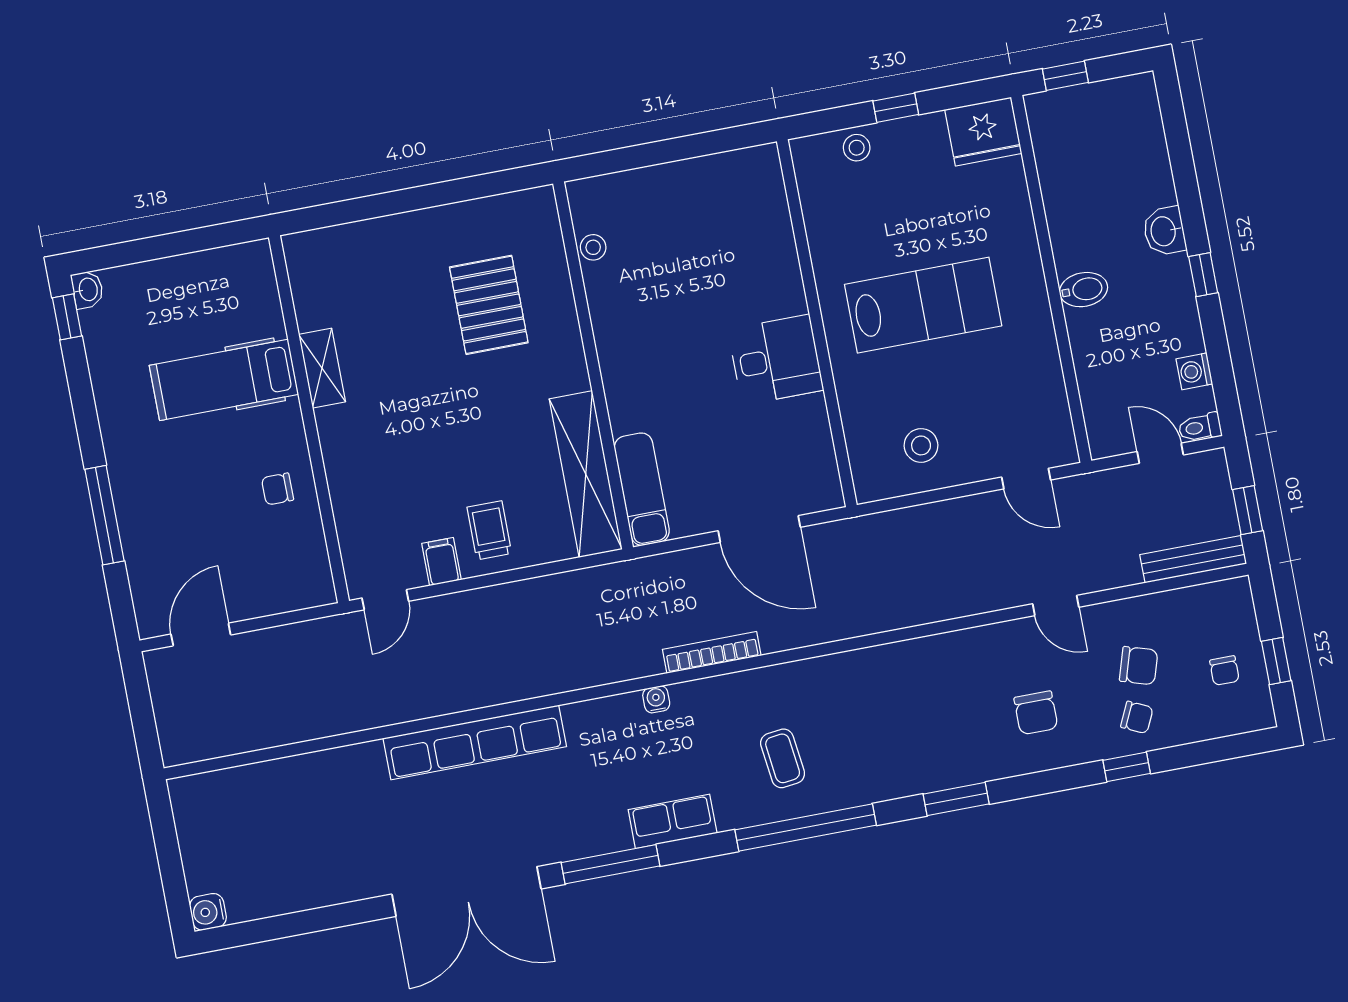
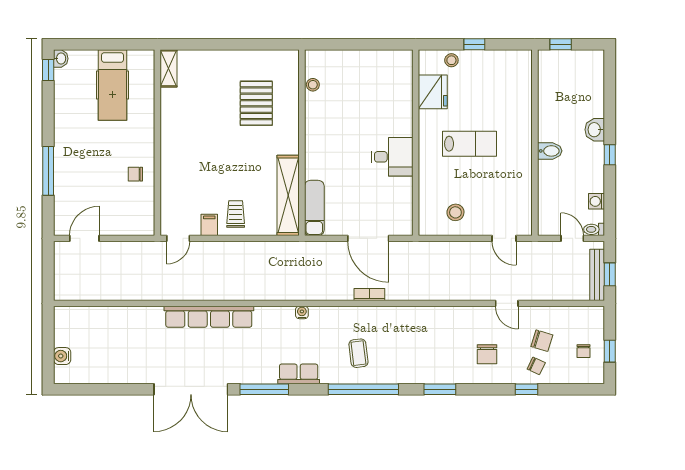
fridge: (983, 131) -> (433, 92), moved, turned -90
lab bench: (923, 305) -> (470, 144), width x0.73, depth x0.72
shelving: (322, 368) -> (169, 68), moved
hospital bed: (224, 380) -> (113, 85), moved, turned -90
bench: (1193, 559) -> (597, 275), moved, turned 90
bookcase: (712, 652) -> (369, 295), moved, width x0.64
water cooler: (208, 912) -> (62, 356), moved

